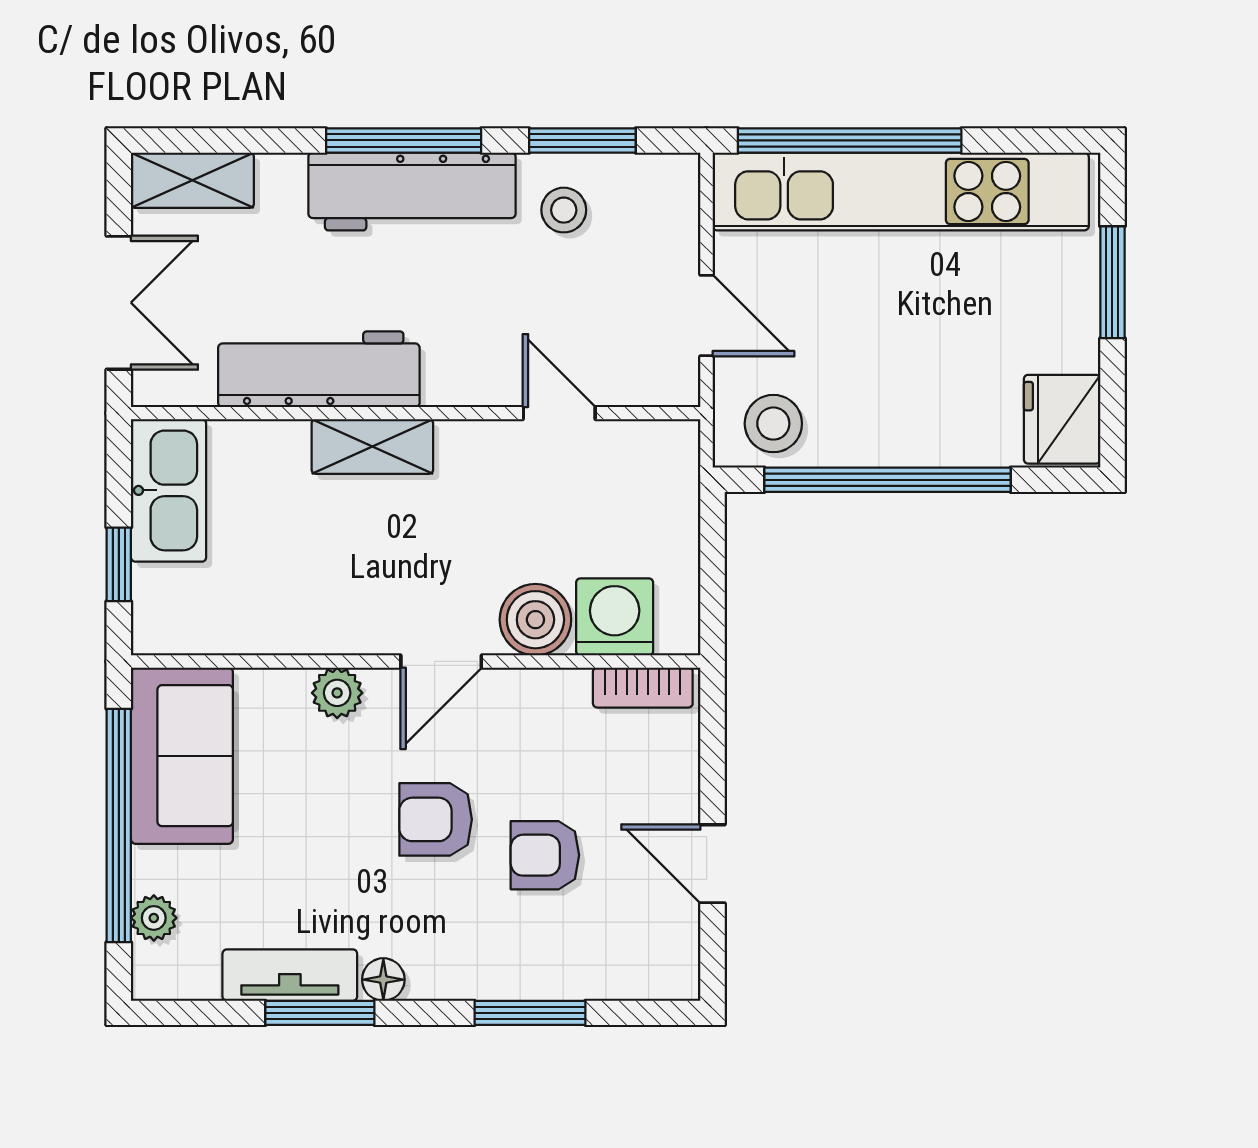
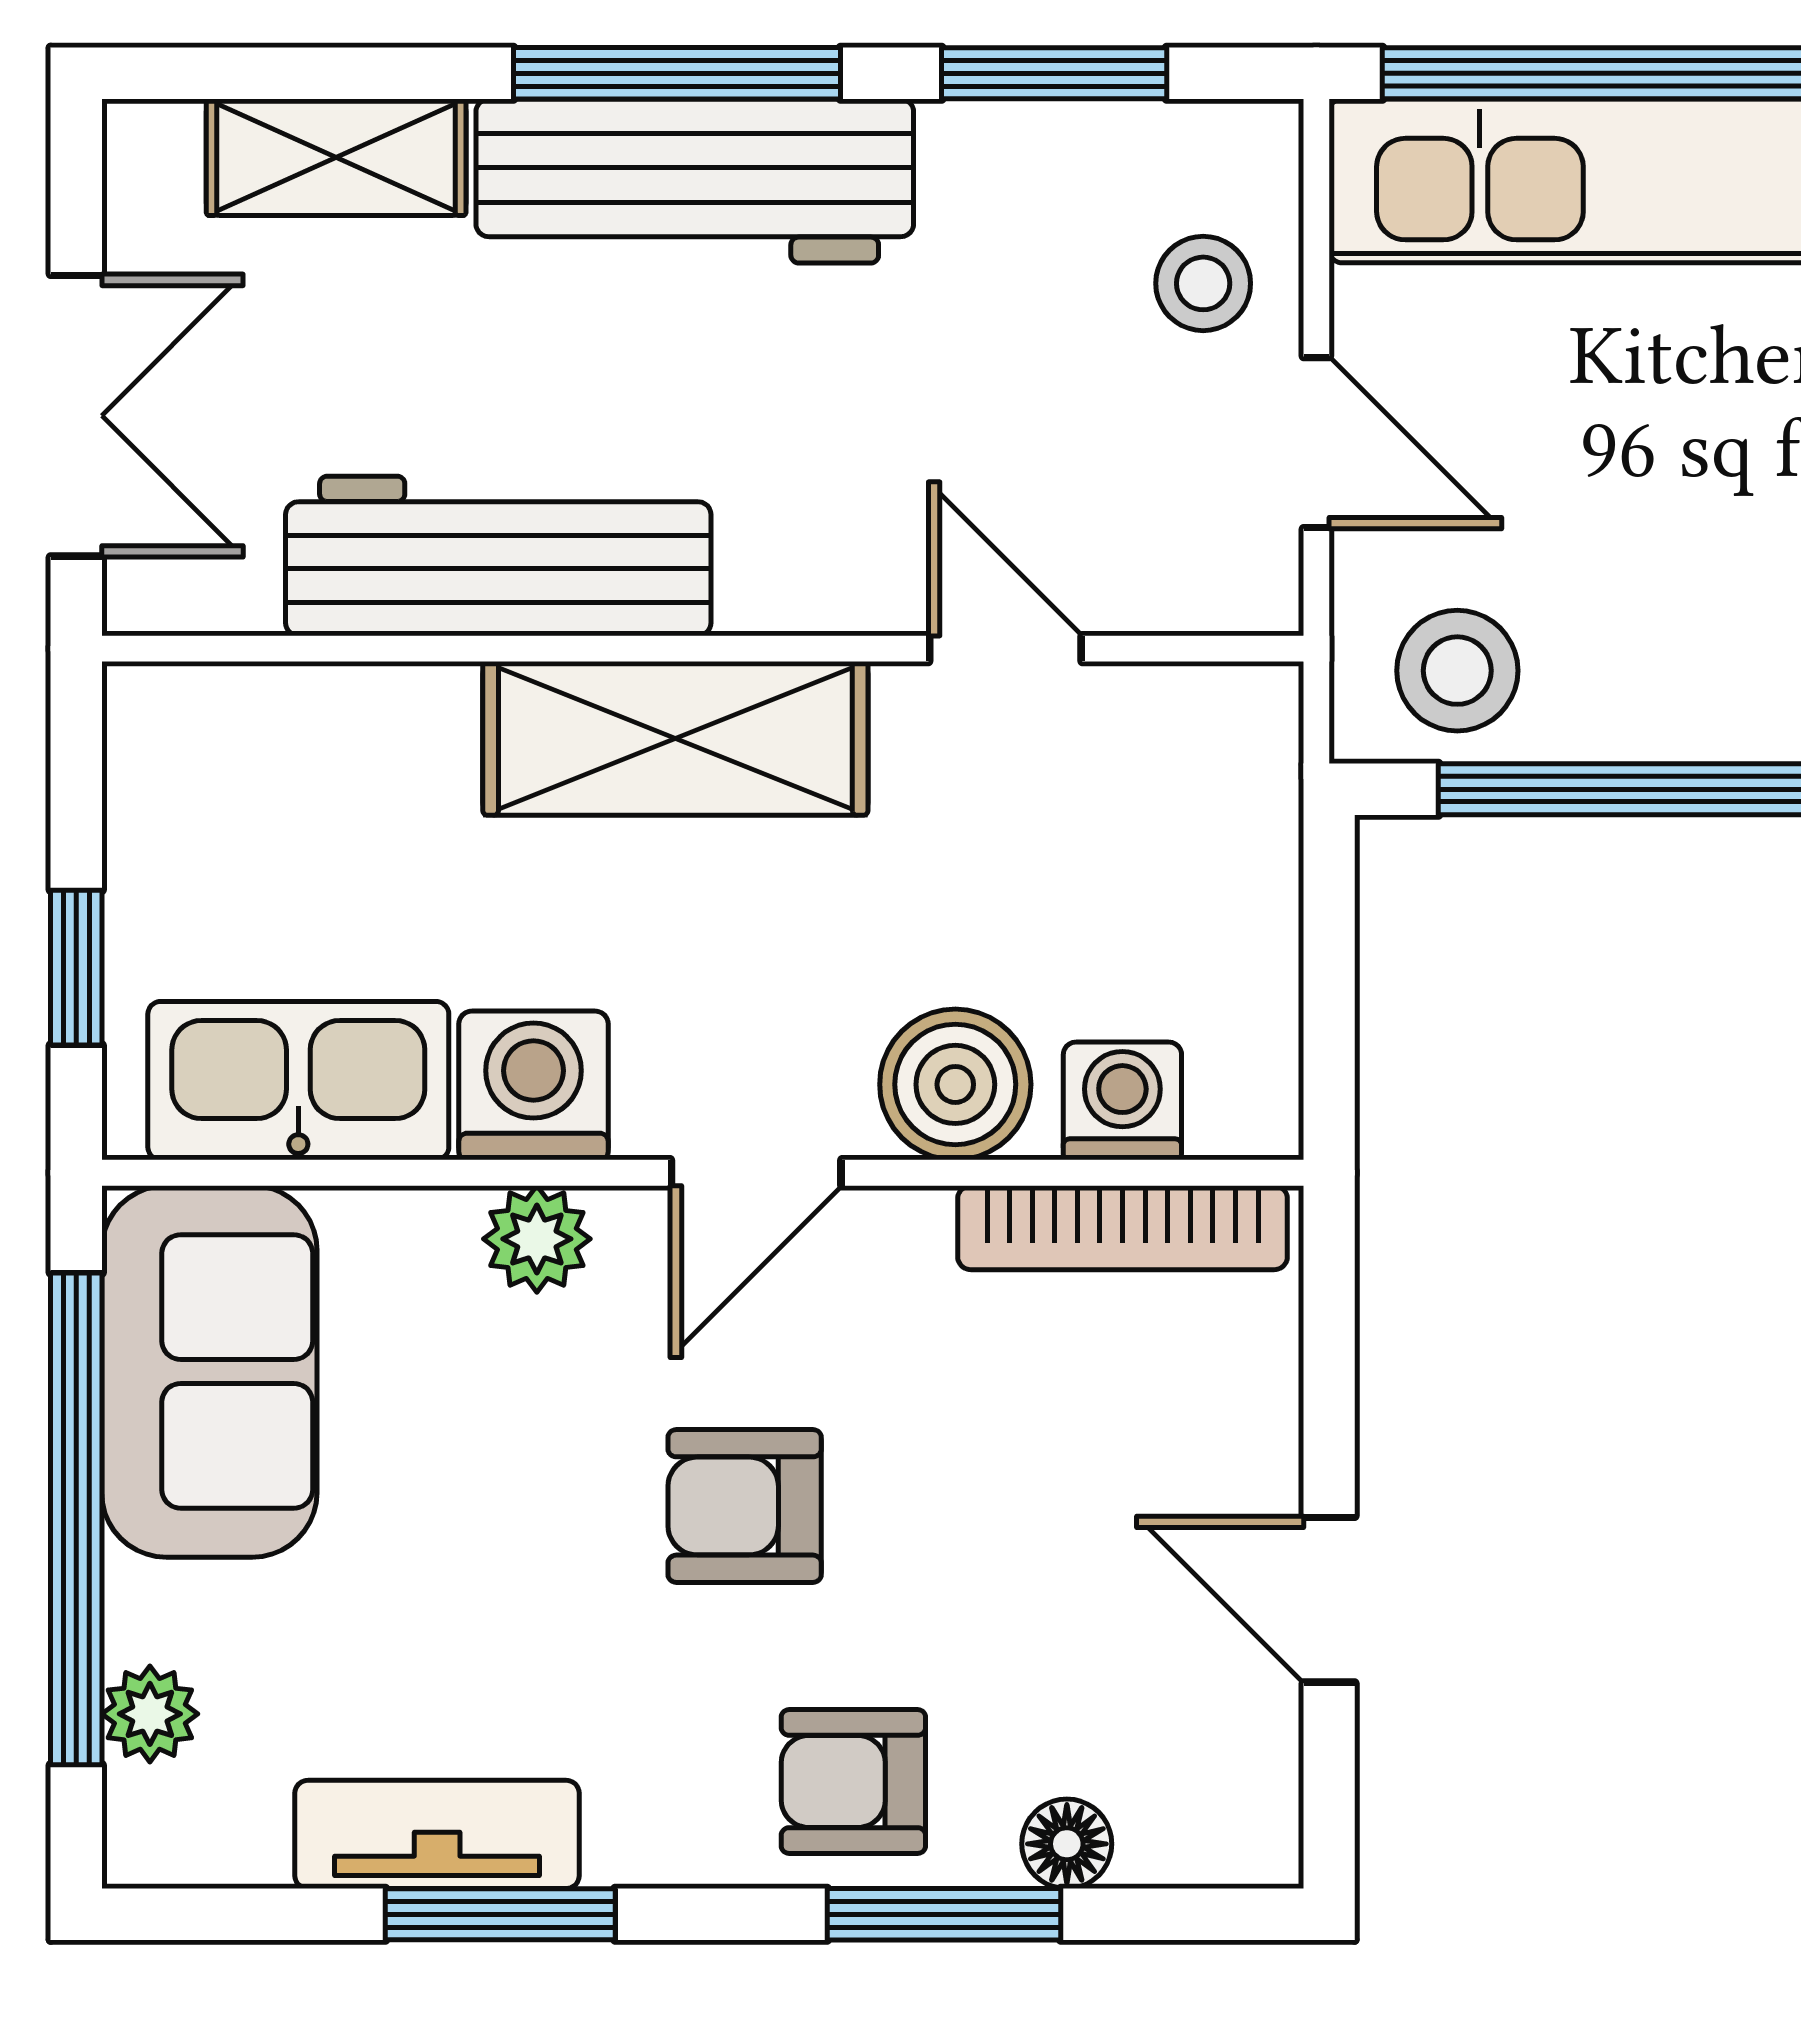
shelving: (192, 180) -> (336, 157), moved
stool: (564, 210) -> (1203, 283), moved
shelving: (372, 447) -> (675, 738), width x1.50, depth x1.33
kitchen sink: (169, 490) -> (298, 1081), moved, turned -90
washing machine: (615, 617) -> (1122, 1101), width x0.73, depth x0.73
washing machine: (336, 620) -> (533, 1085), added
bookcase: (643, 688) -> (1123, 1228), width x1.56
armchair: (545, 855) -> (853, 1781), moved
floor lamp: (383, 980) -> (1067, 1844), moved

